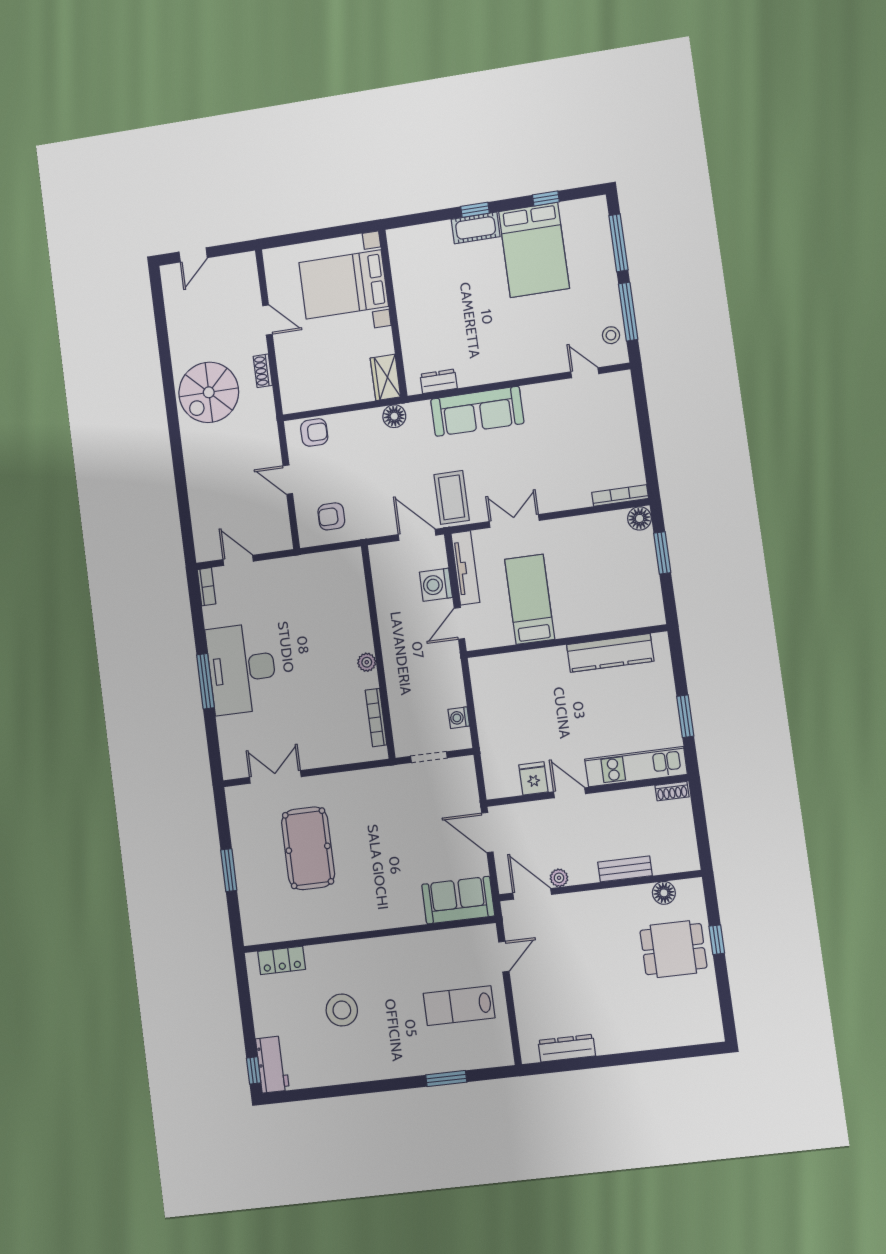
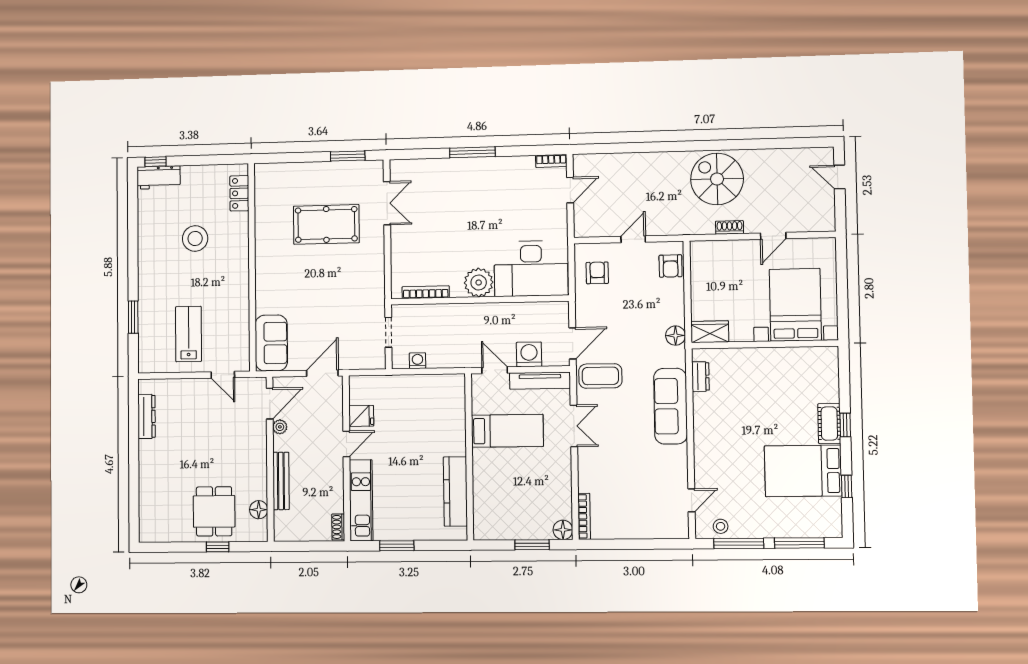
plant: (367, 662) -> (479, 283), width x1.87, depth x1.87
desk: (242, 669) -> (531, 269), moved, turned 180
bench: (625, 869) -> (281, 481), width x1.36
window: (229, 870) -> (348, 156), moved

